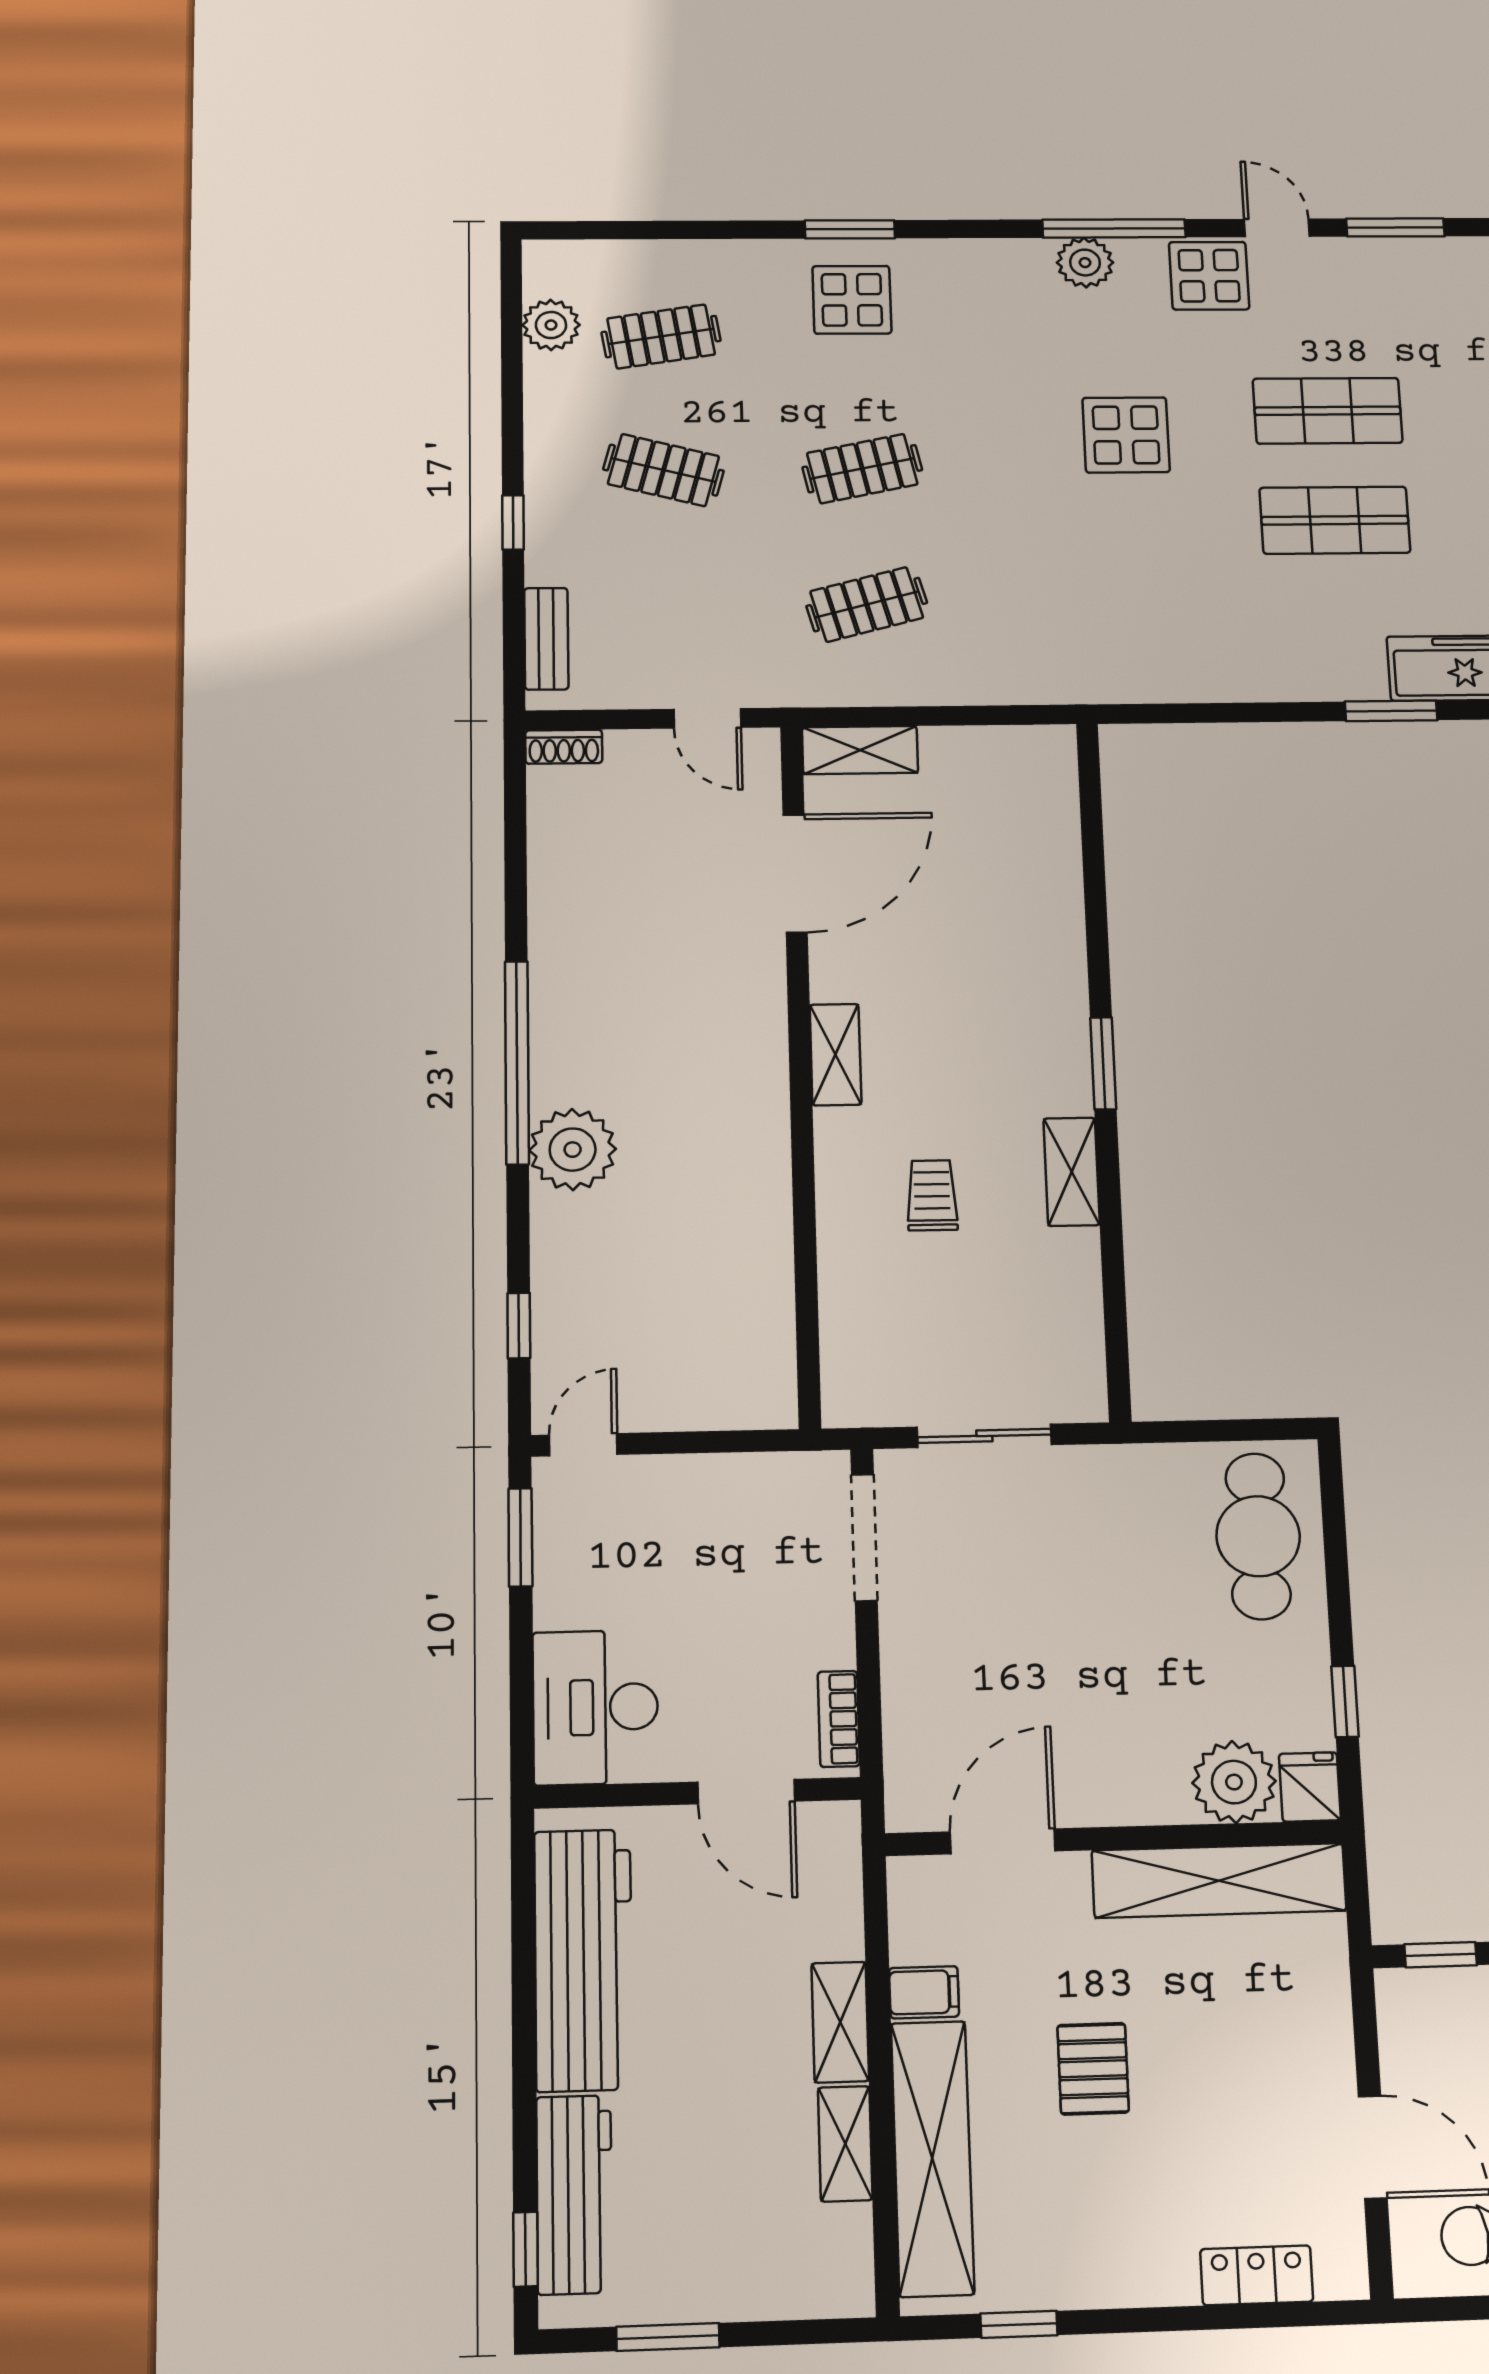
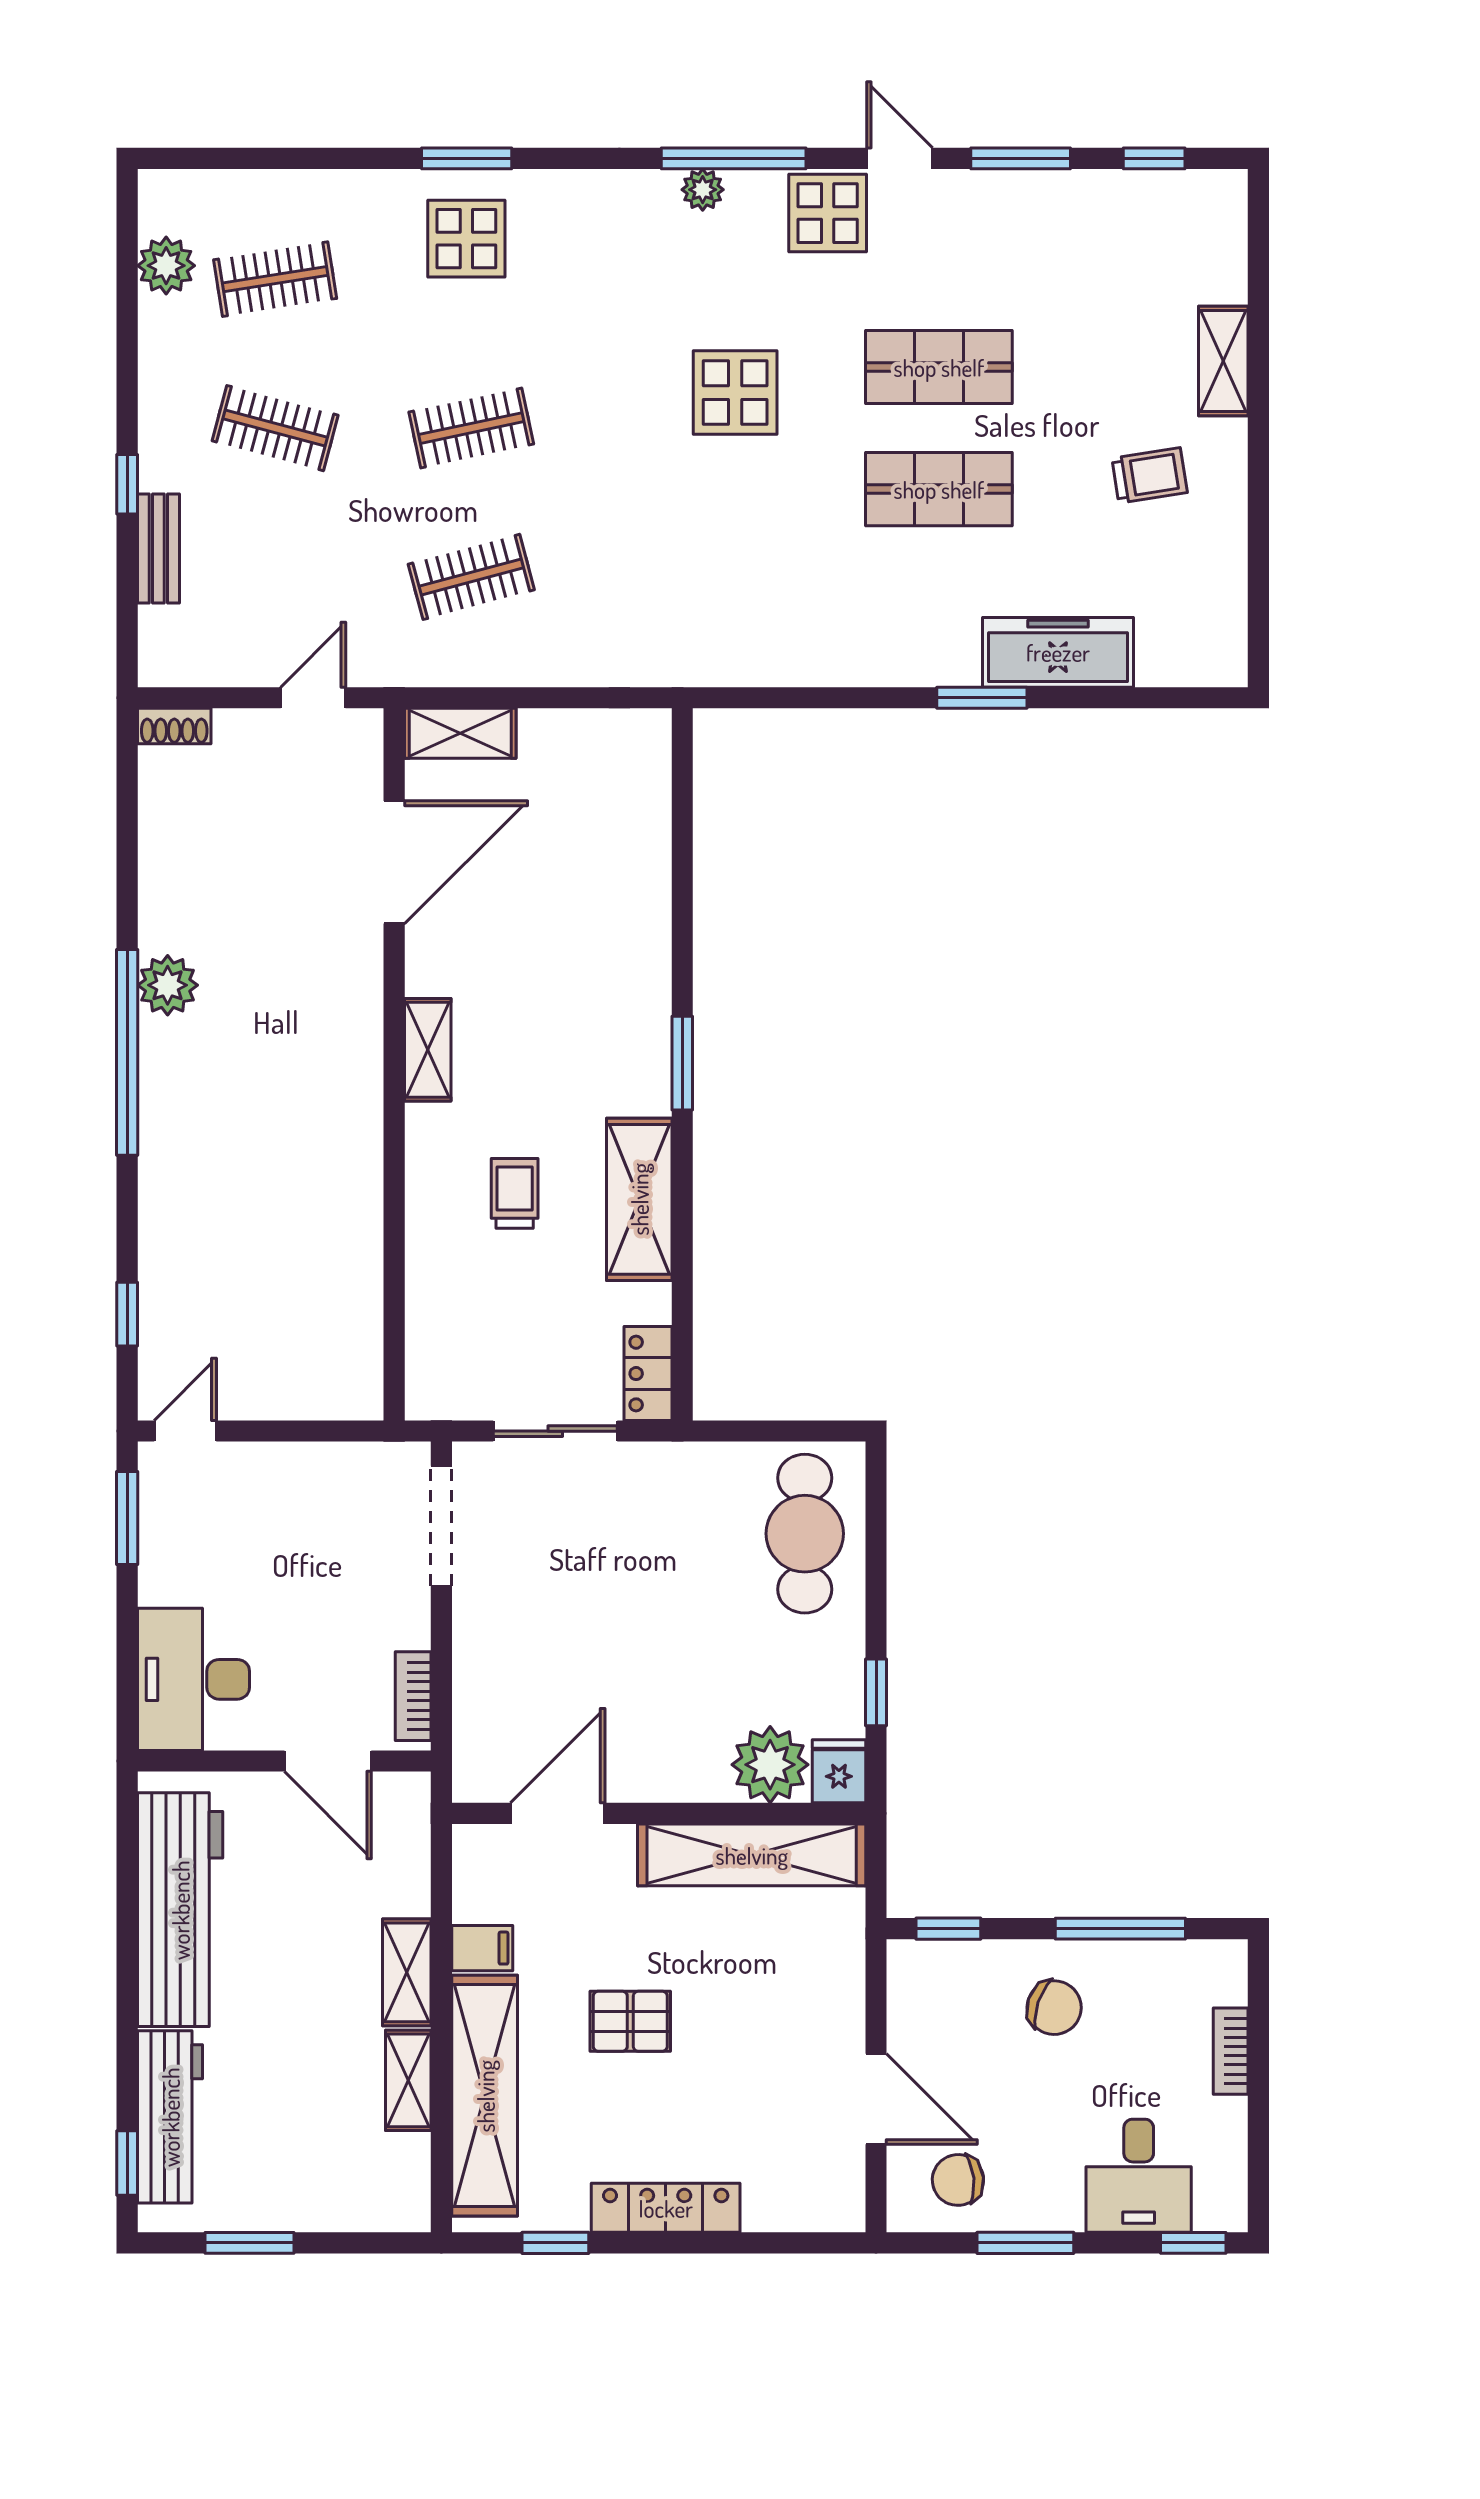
plant: (1085, 263) -> (703, 190), width x0.73, depth x0.73
bench: (546, 639) -> (158, 548), moved
door: (707, 718) -> (313, 698), swing flipped
plant: (573, 1150) -> (168, 985), moved, width x0.73, depth x0.73
shelving: (1072, 1172) -> (639, 1199), width x1.50, depth x1.33
locker: (1081, 1375) -> (648, 1374), added
pallet: (1093, 2069) -> (630, 2021), turned 90
locker: (1257, 2275) -> (666, 2208), moved, width x1.53

